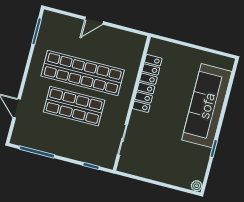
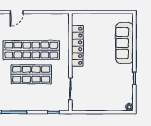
door: (94, 21) -> (17, 12), moved
sofa: (207, 106) -> (124, 43), width x0.74, depth x0.79

